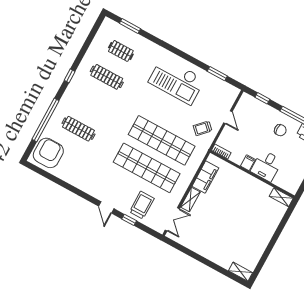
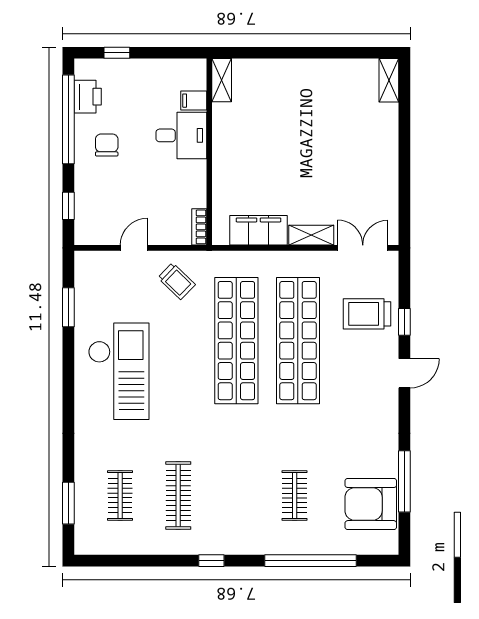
clothes rail: (78, 129) -> (295, 495), width x0.73
armchair: (48, 153) -> (371, 504), moved
filing cabinet: (248, 163) -> (194, 101), moved
window: (58, 181) -> (404, 481), added

